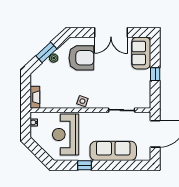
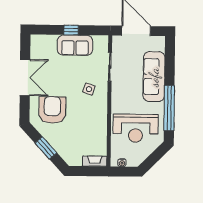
sofa: (141, 53) -> (75, 45), moved
plant: (54, 58) -> (52, 140), removed
side table: (82, 101) -> (89, 89), moved
window: (84, 165) -> (169, 108), width x3.17

